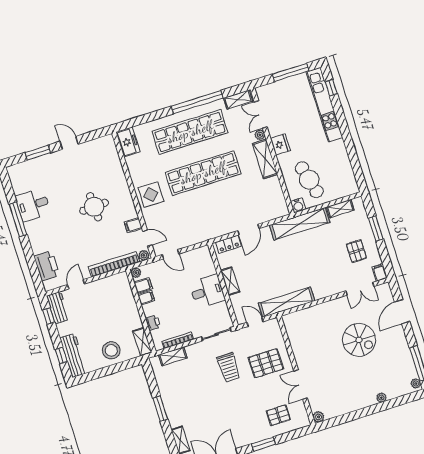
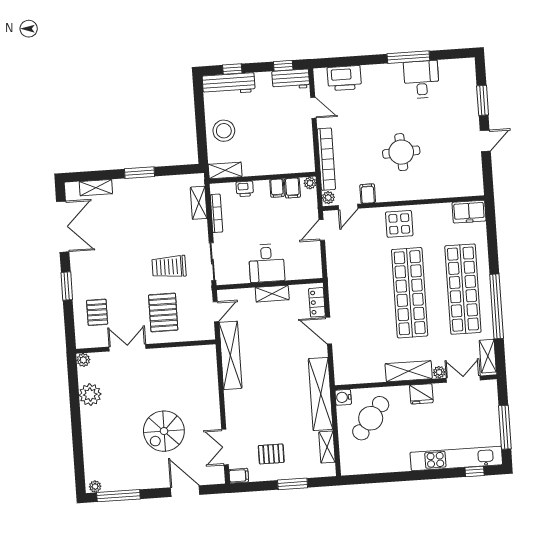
cafe table: (309, 180) -> (371, 418), turned -37
plant: (381, 398) -> (90, 395), moved, width x1.88, depth x1.88

